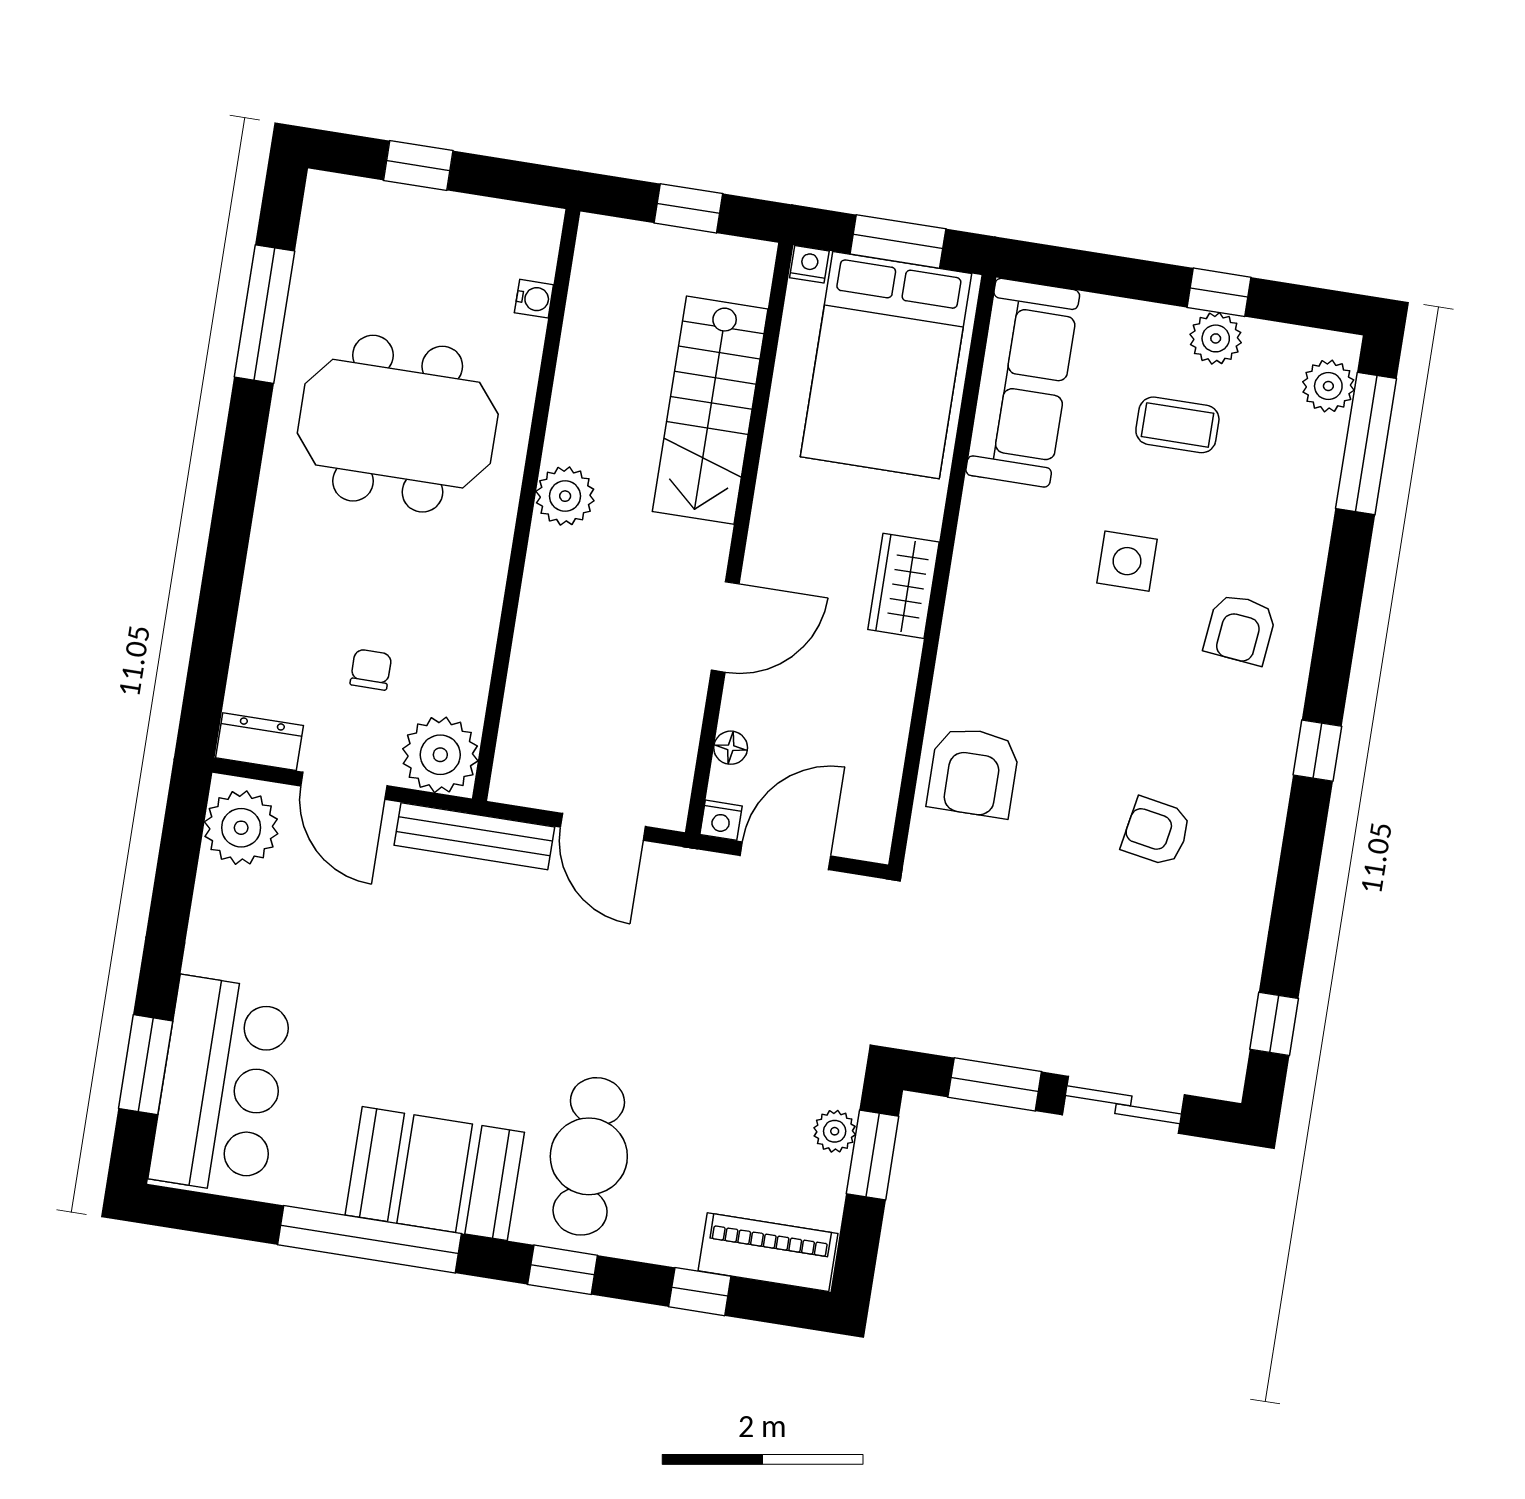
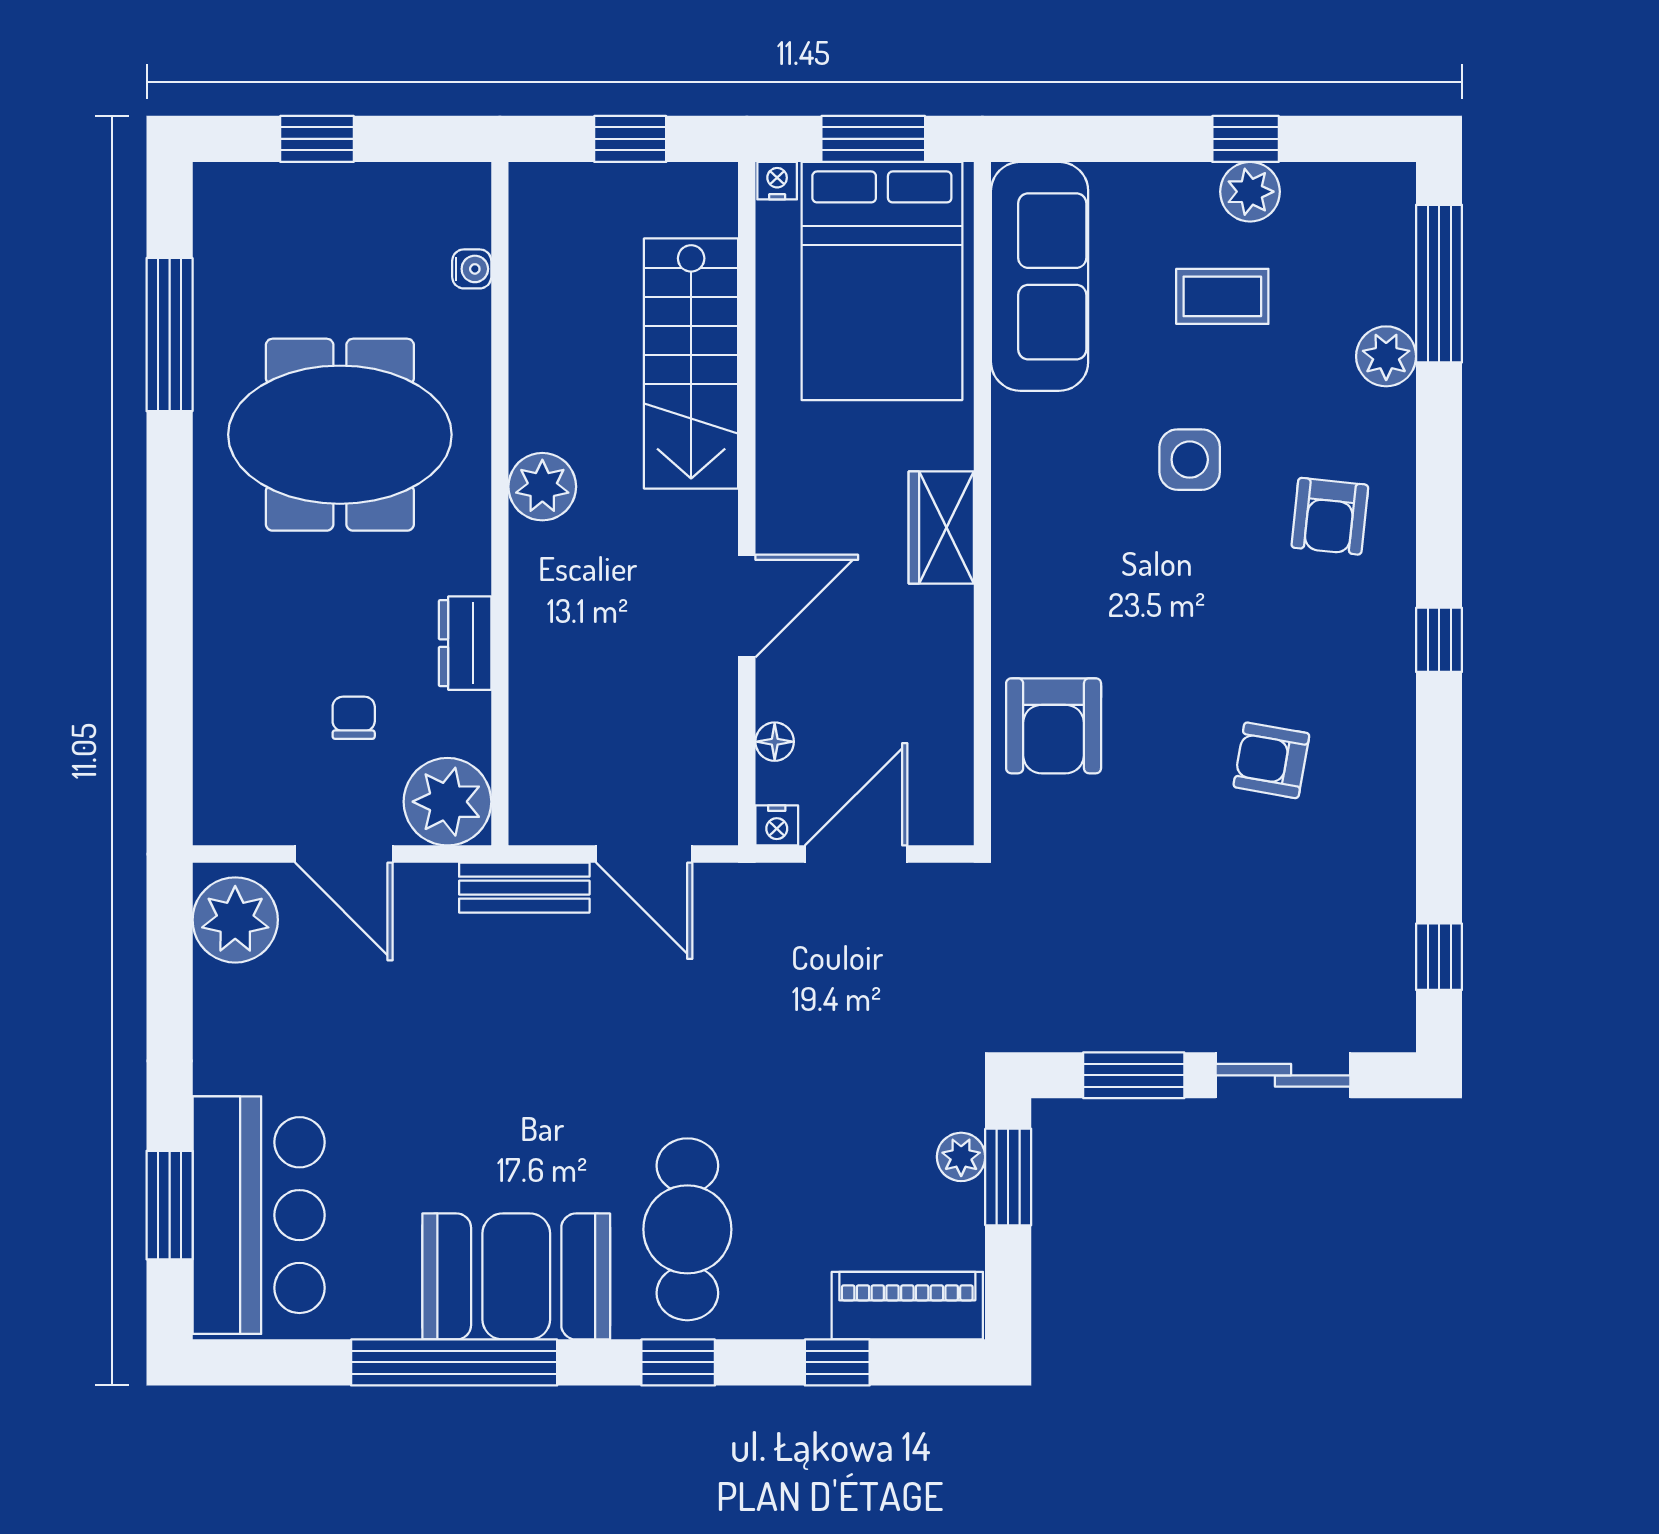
plant: (1328, 386) -> (1386, 356), moved
dresser: (260, 742) -> (465, 643), moved, turned -90
bench: (474, 836) -> (524, 888), width x0.73

